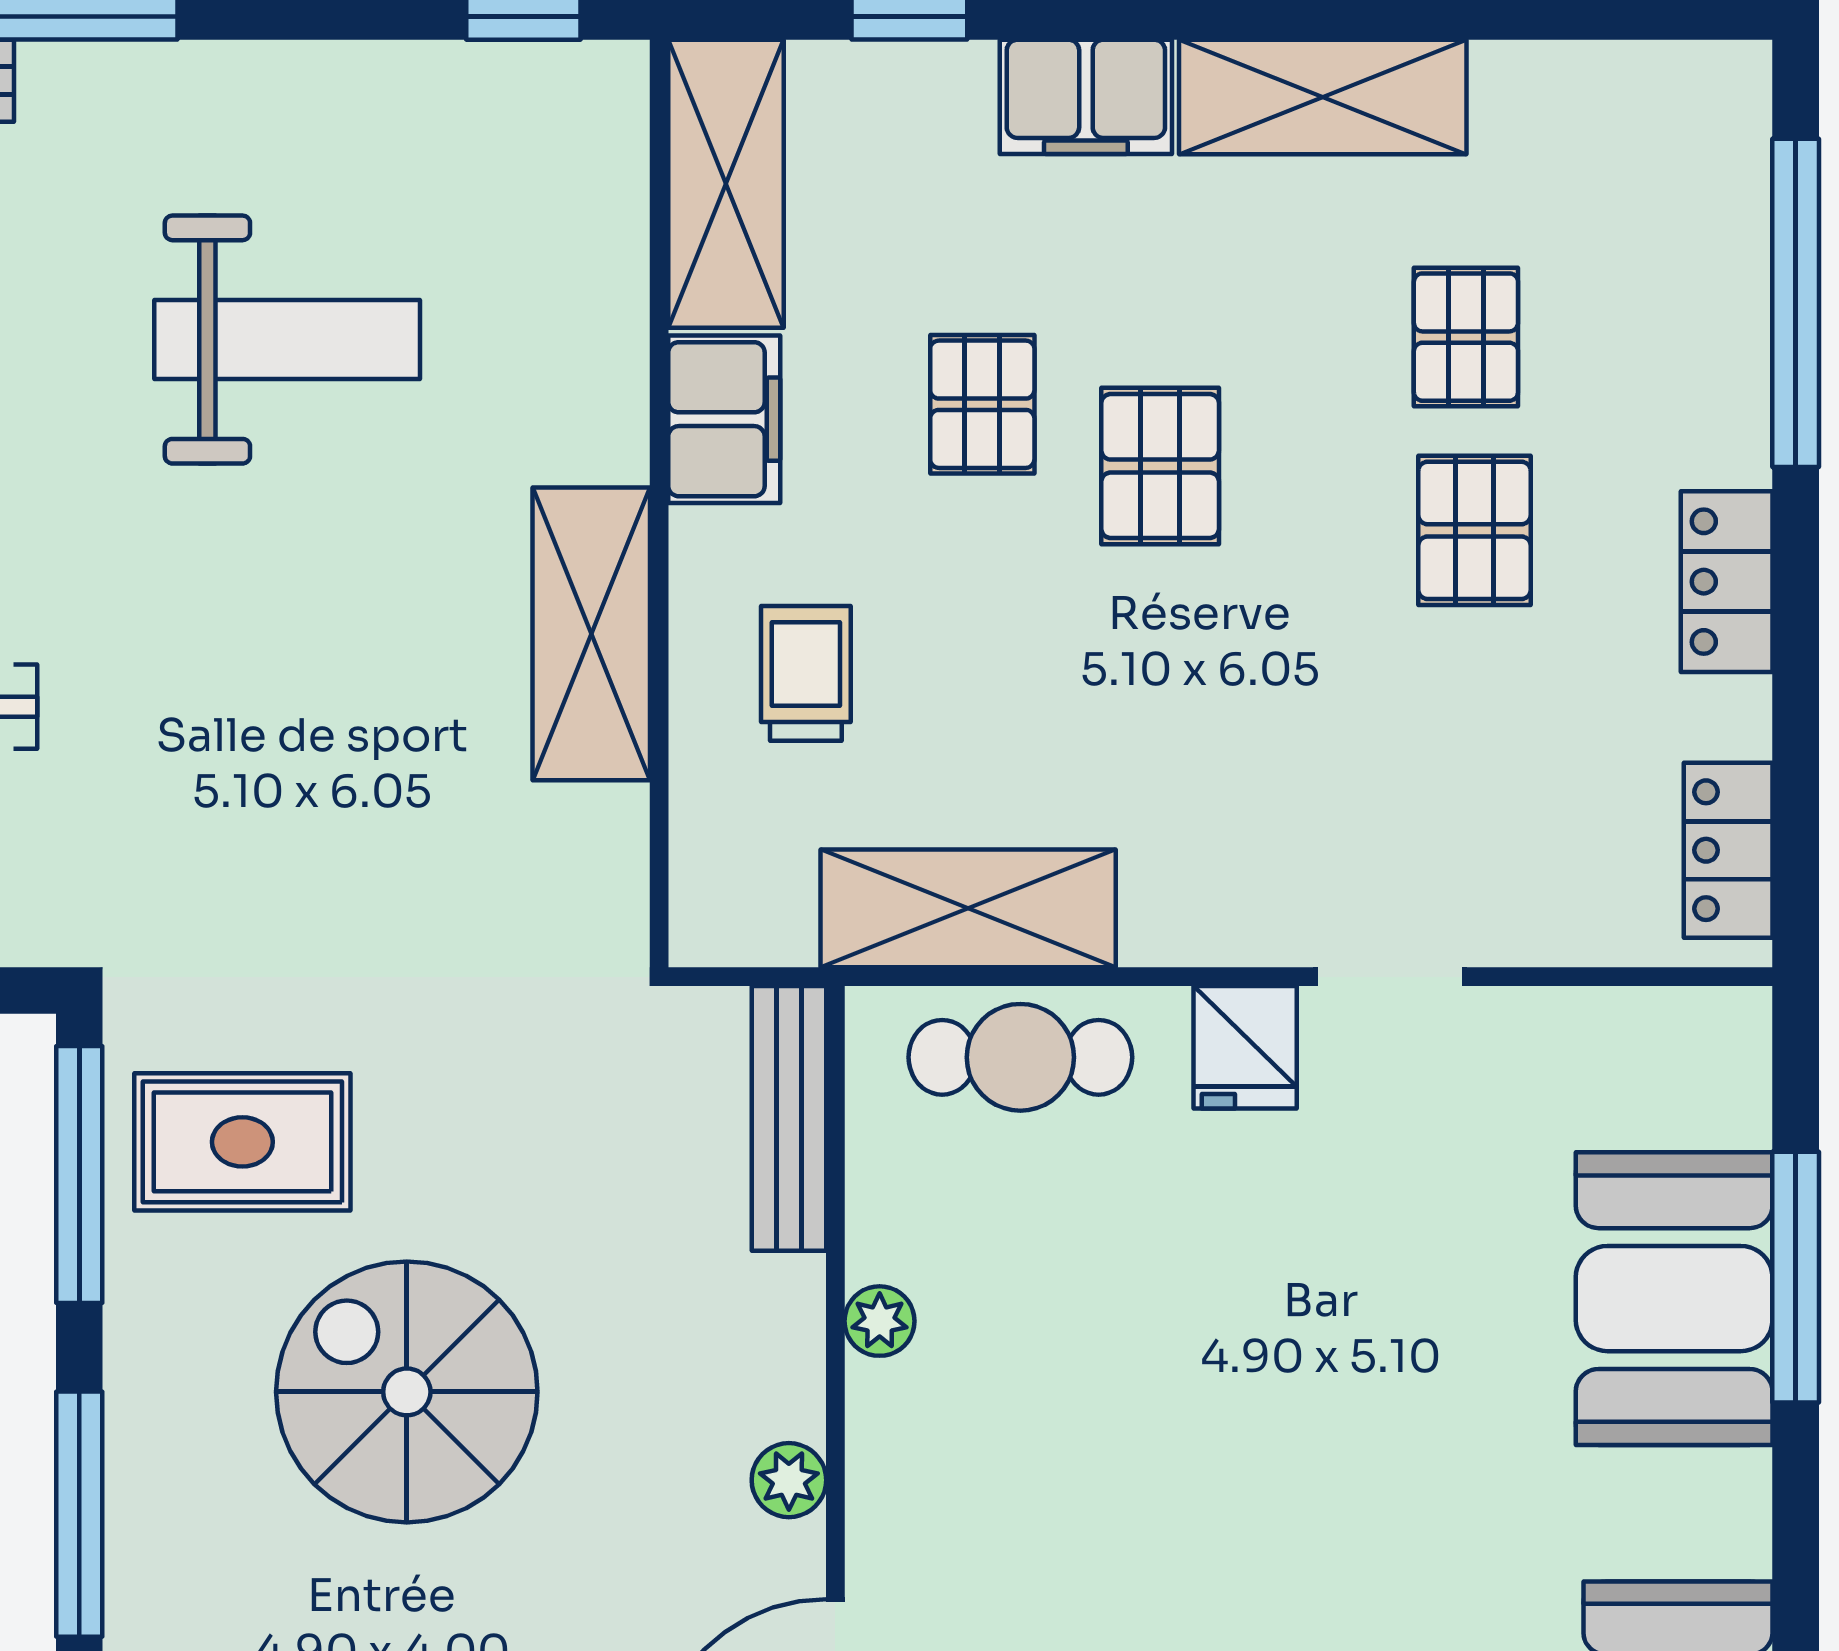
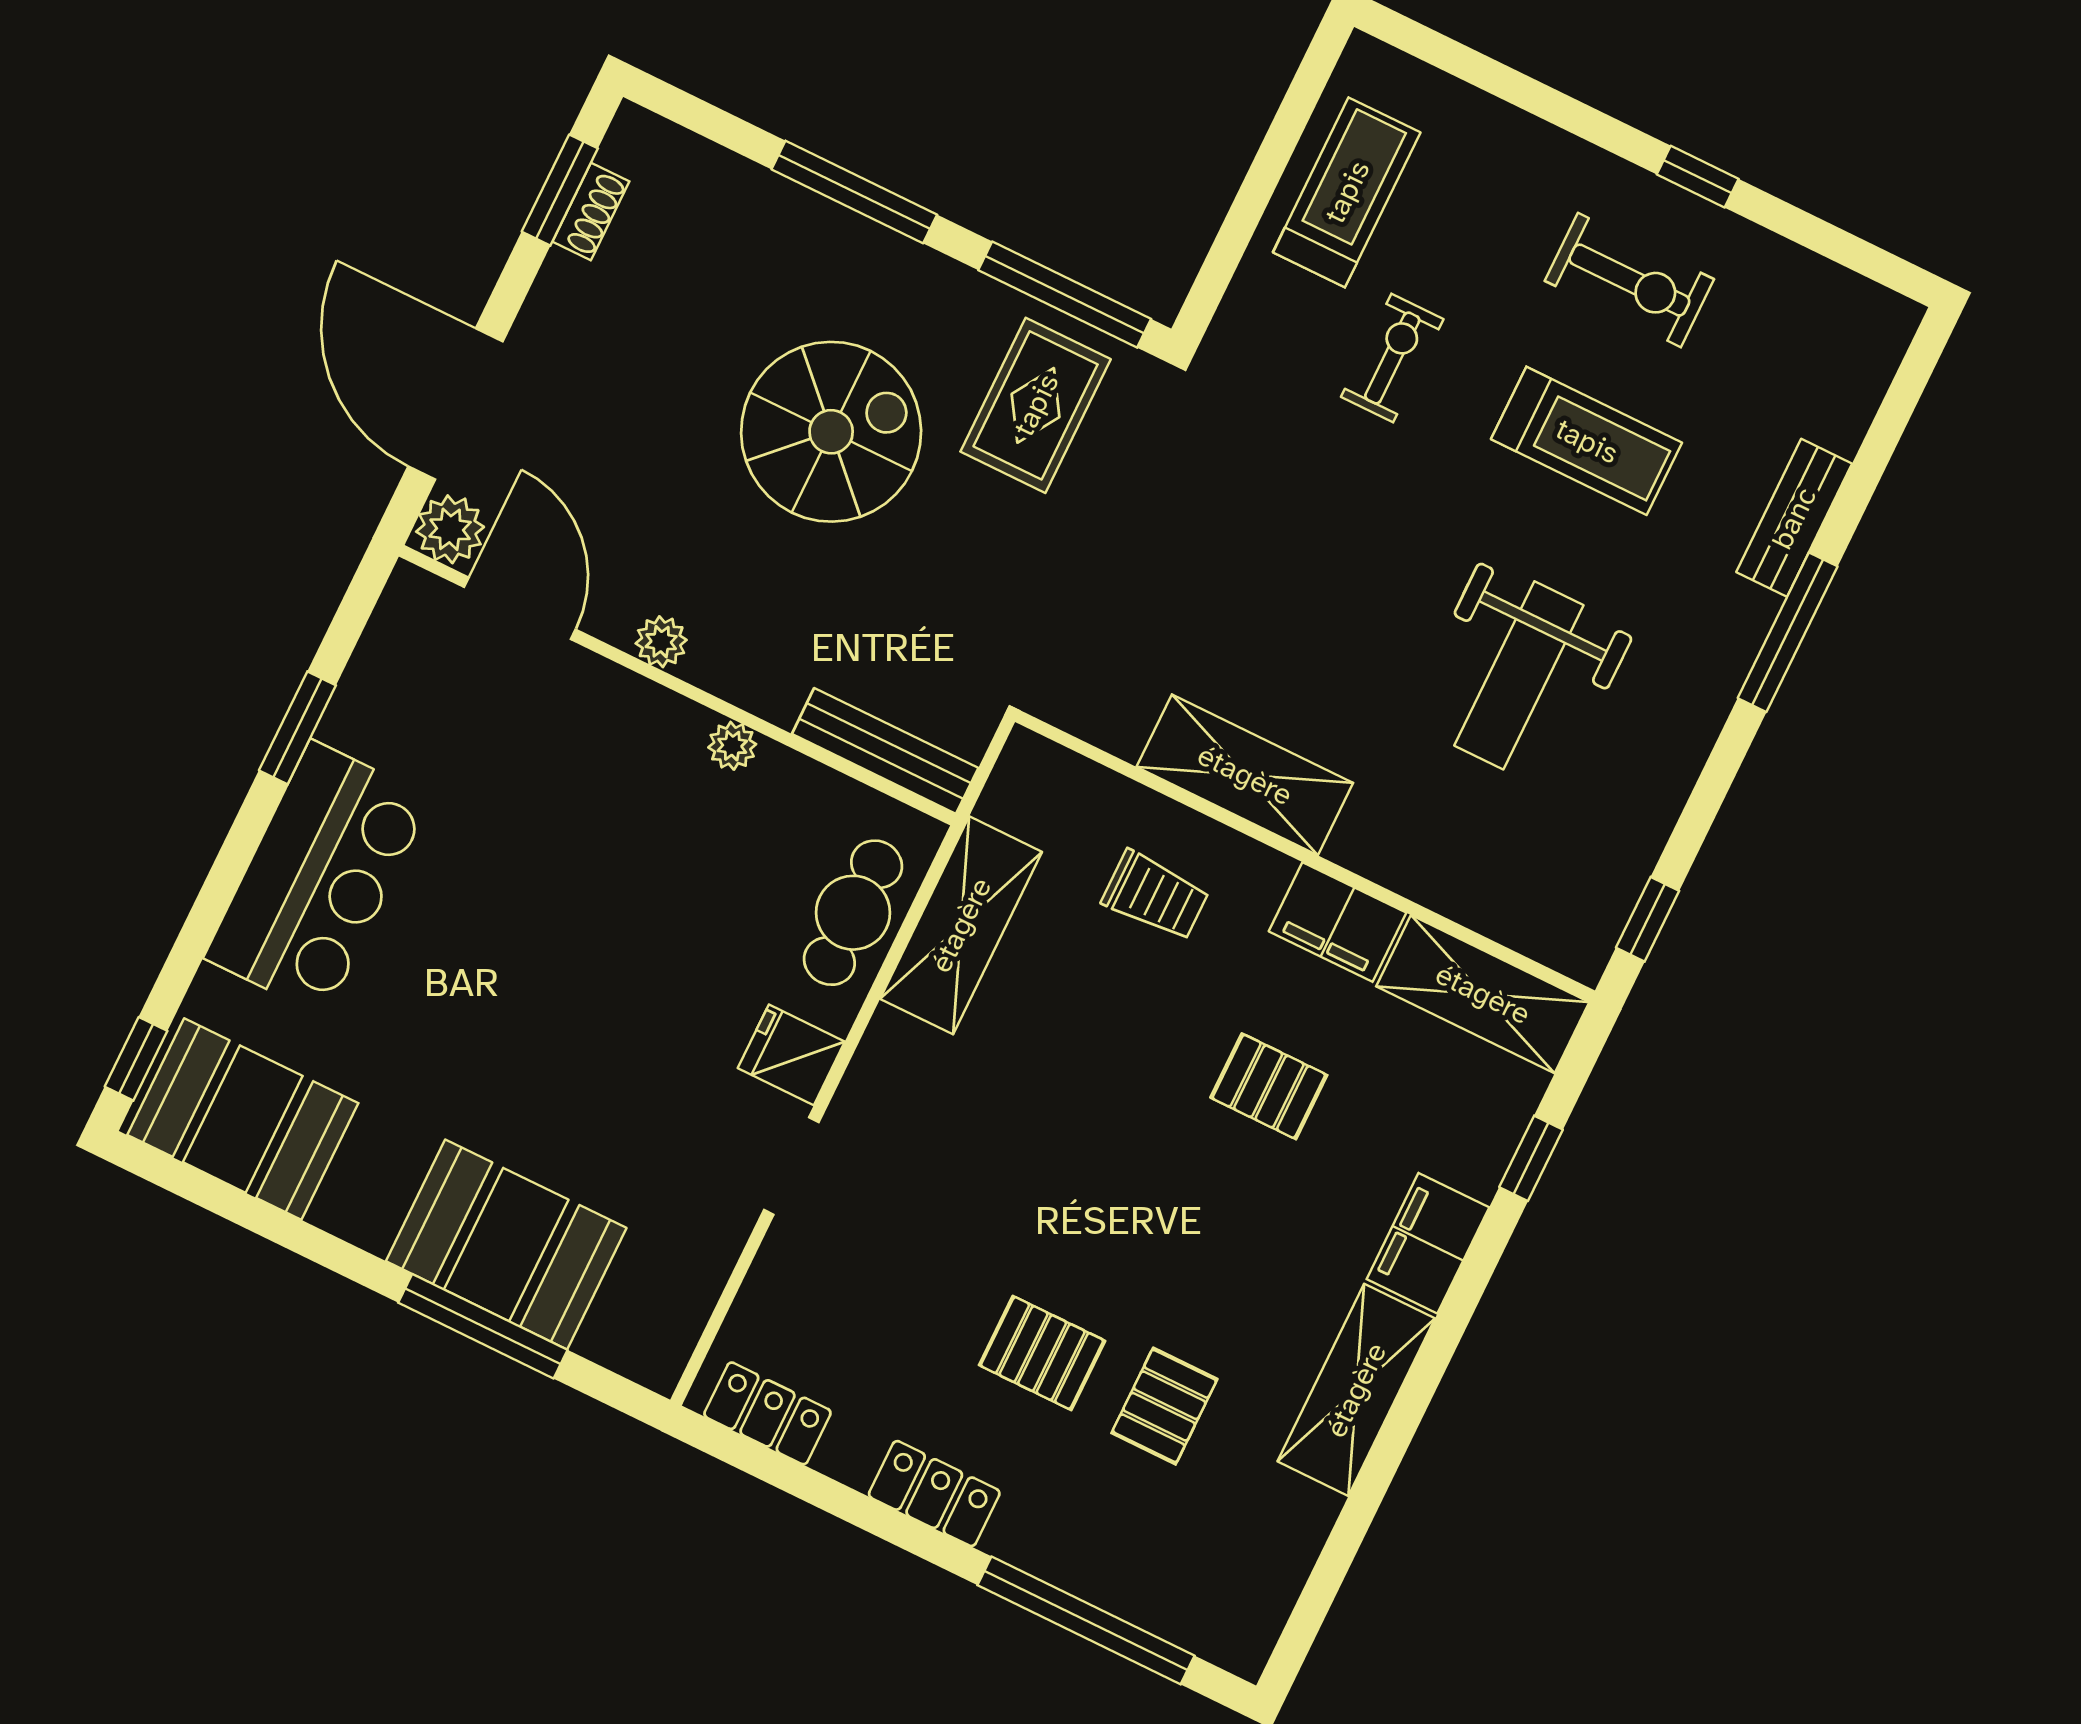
pallet: (1466, 337) -> (1164, 1406), turned 90
pallet: (1160, 466) -> (1177, 1178), removed

